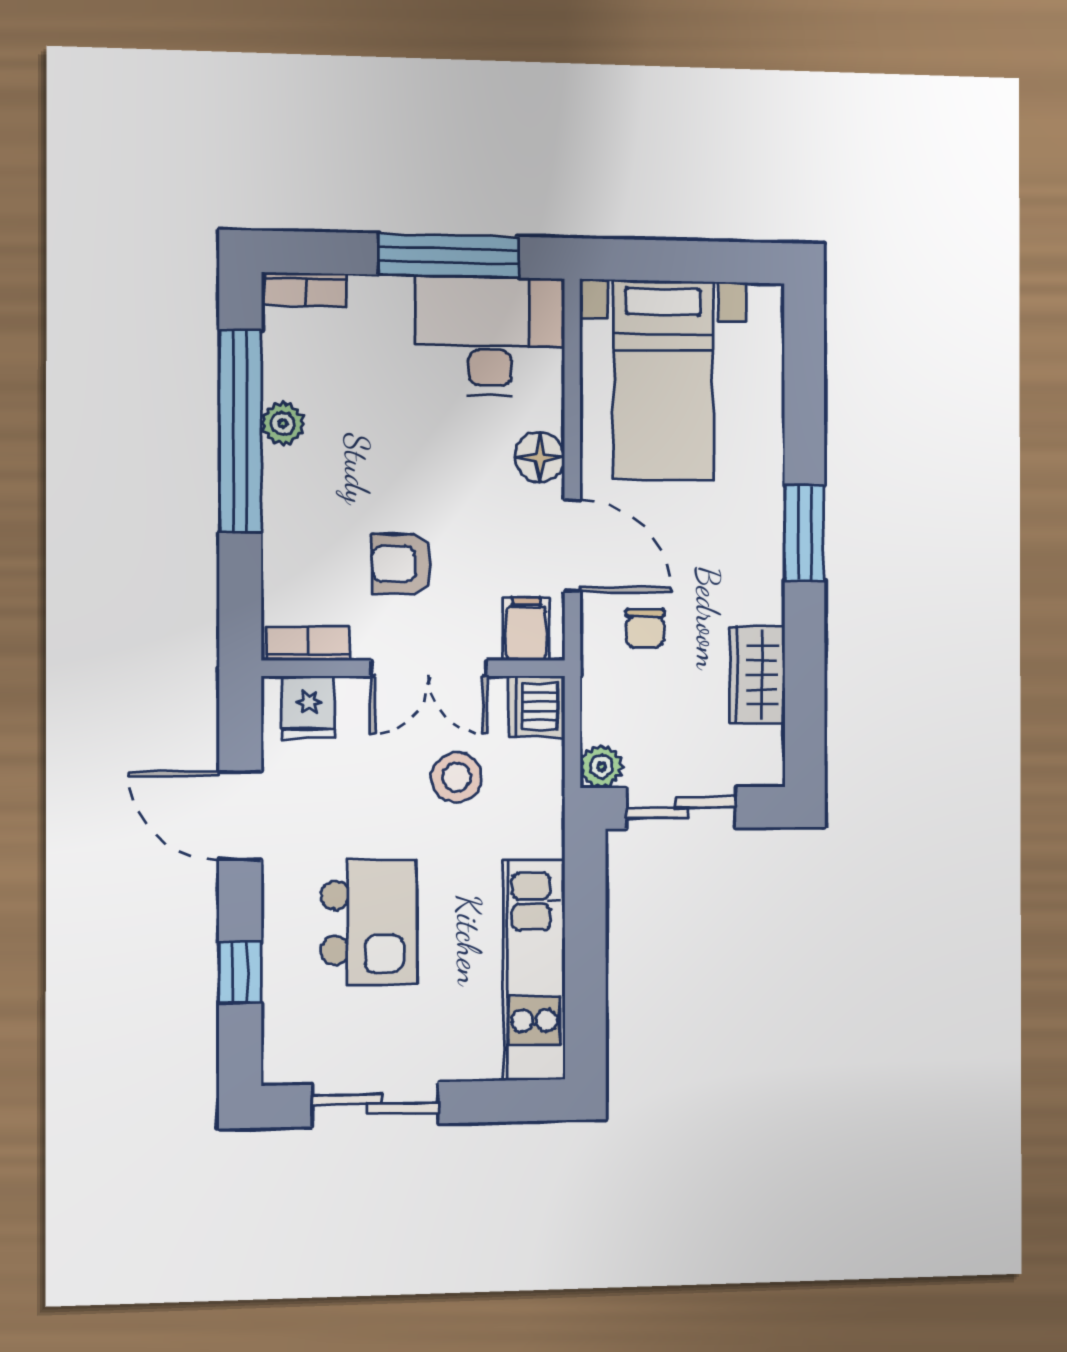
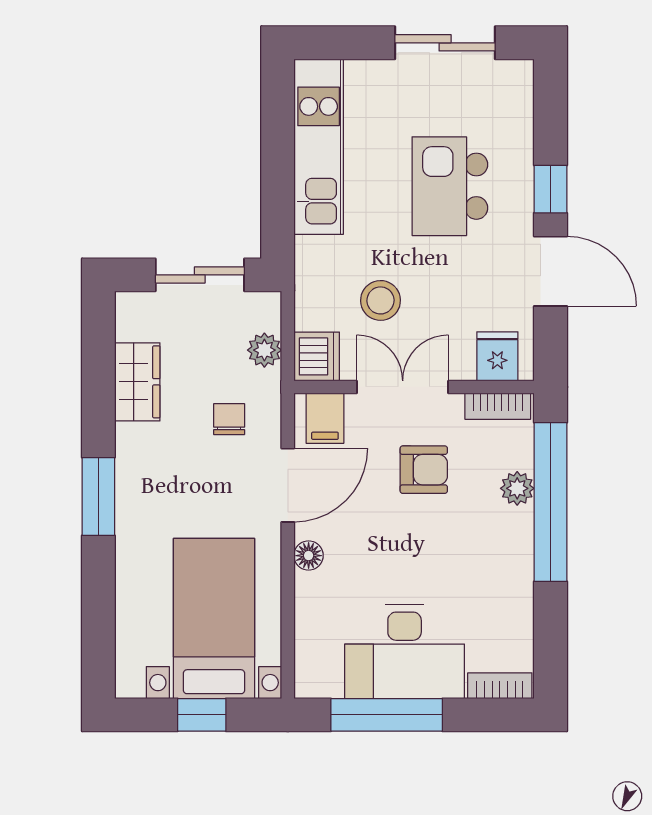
window: (678, 261) -> (202, 715), added
desk: (490, 336) -> (405, 652), moved
plant: (283, 423) -> (517, 488), moved
window: (240, 431) -> (550, 502), moved
floor lamp: (540, 457) -> (309, 556), width x0.73, depth x0.73
door: (572, 545) -> (288, 485), swing flipped
plant: (601, 766) -> (264, 350), moved
window: (240, 973) -> (550, 189), moved

